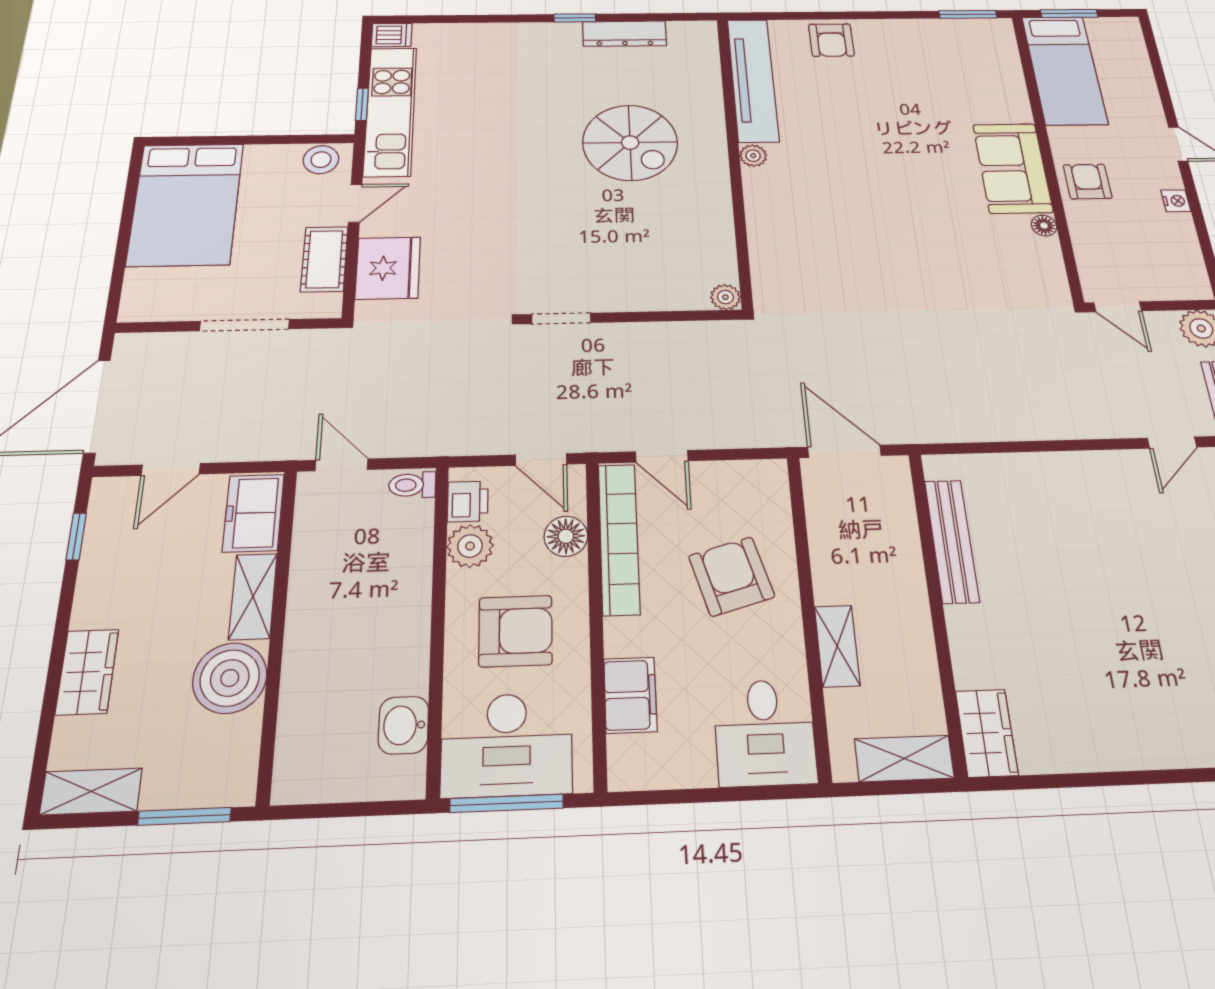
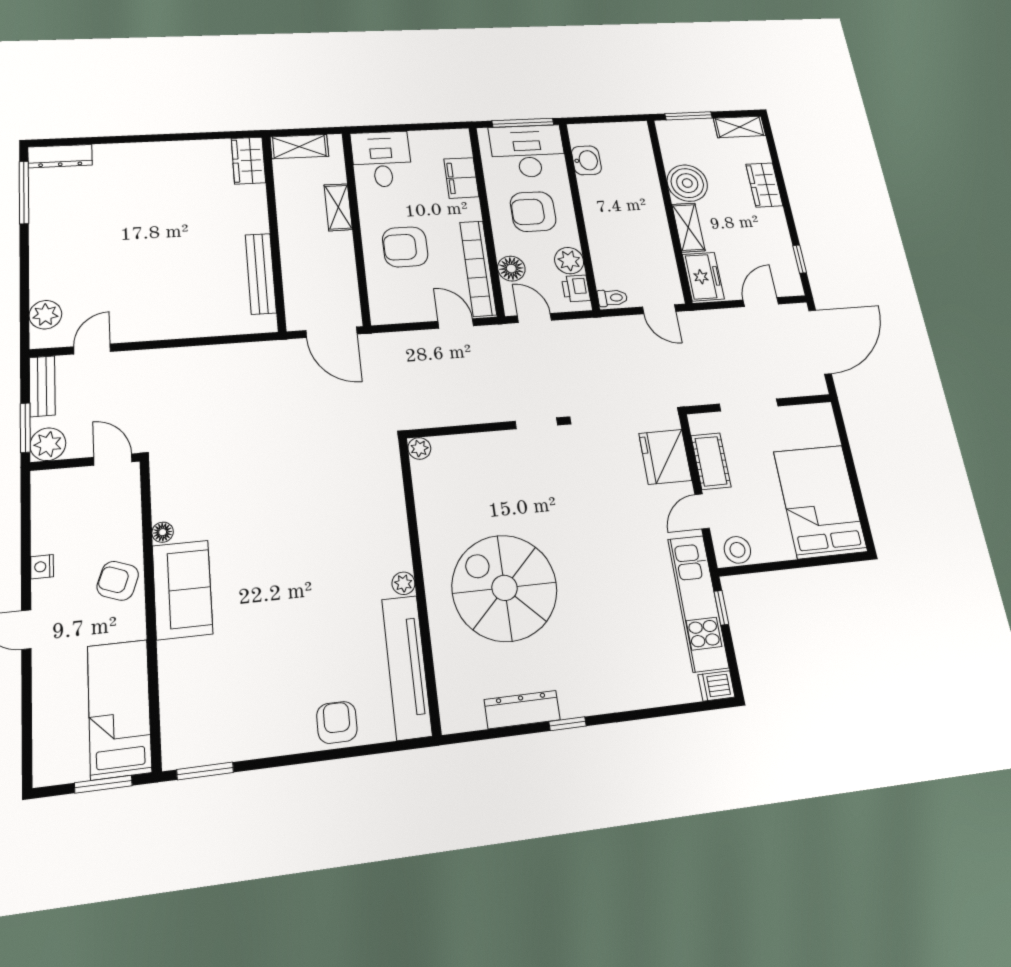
spiral stairs: (630, 143) -> (505, 588), width x1.37, depth x1.37
armchair: (1088, 181) -> (118, 581), turned 110
armchair: (732, 576) -> (405, 247), turned 106

